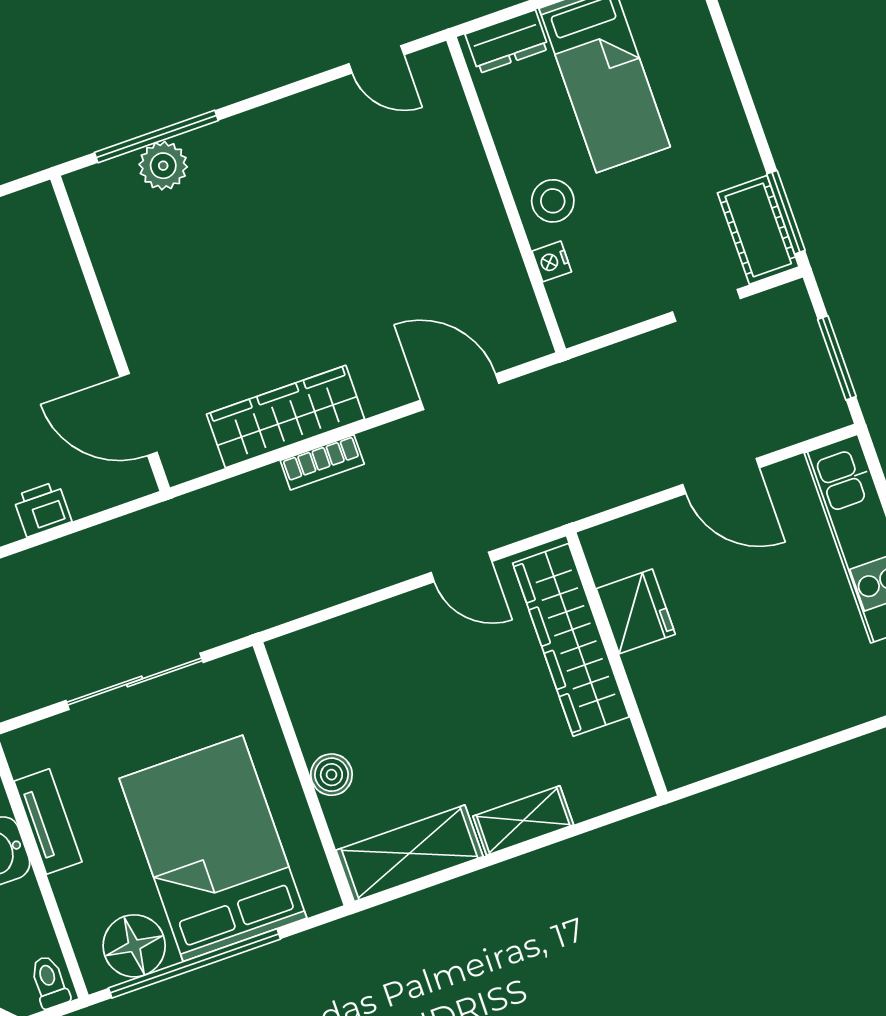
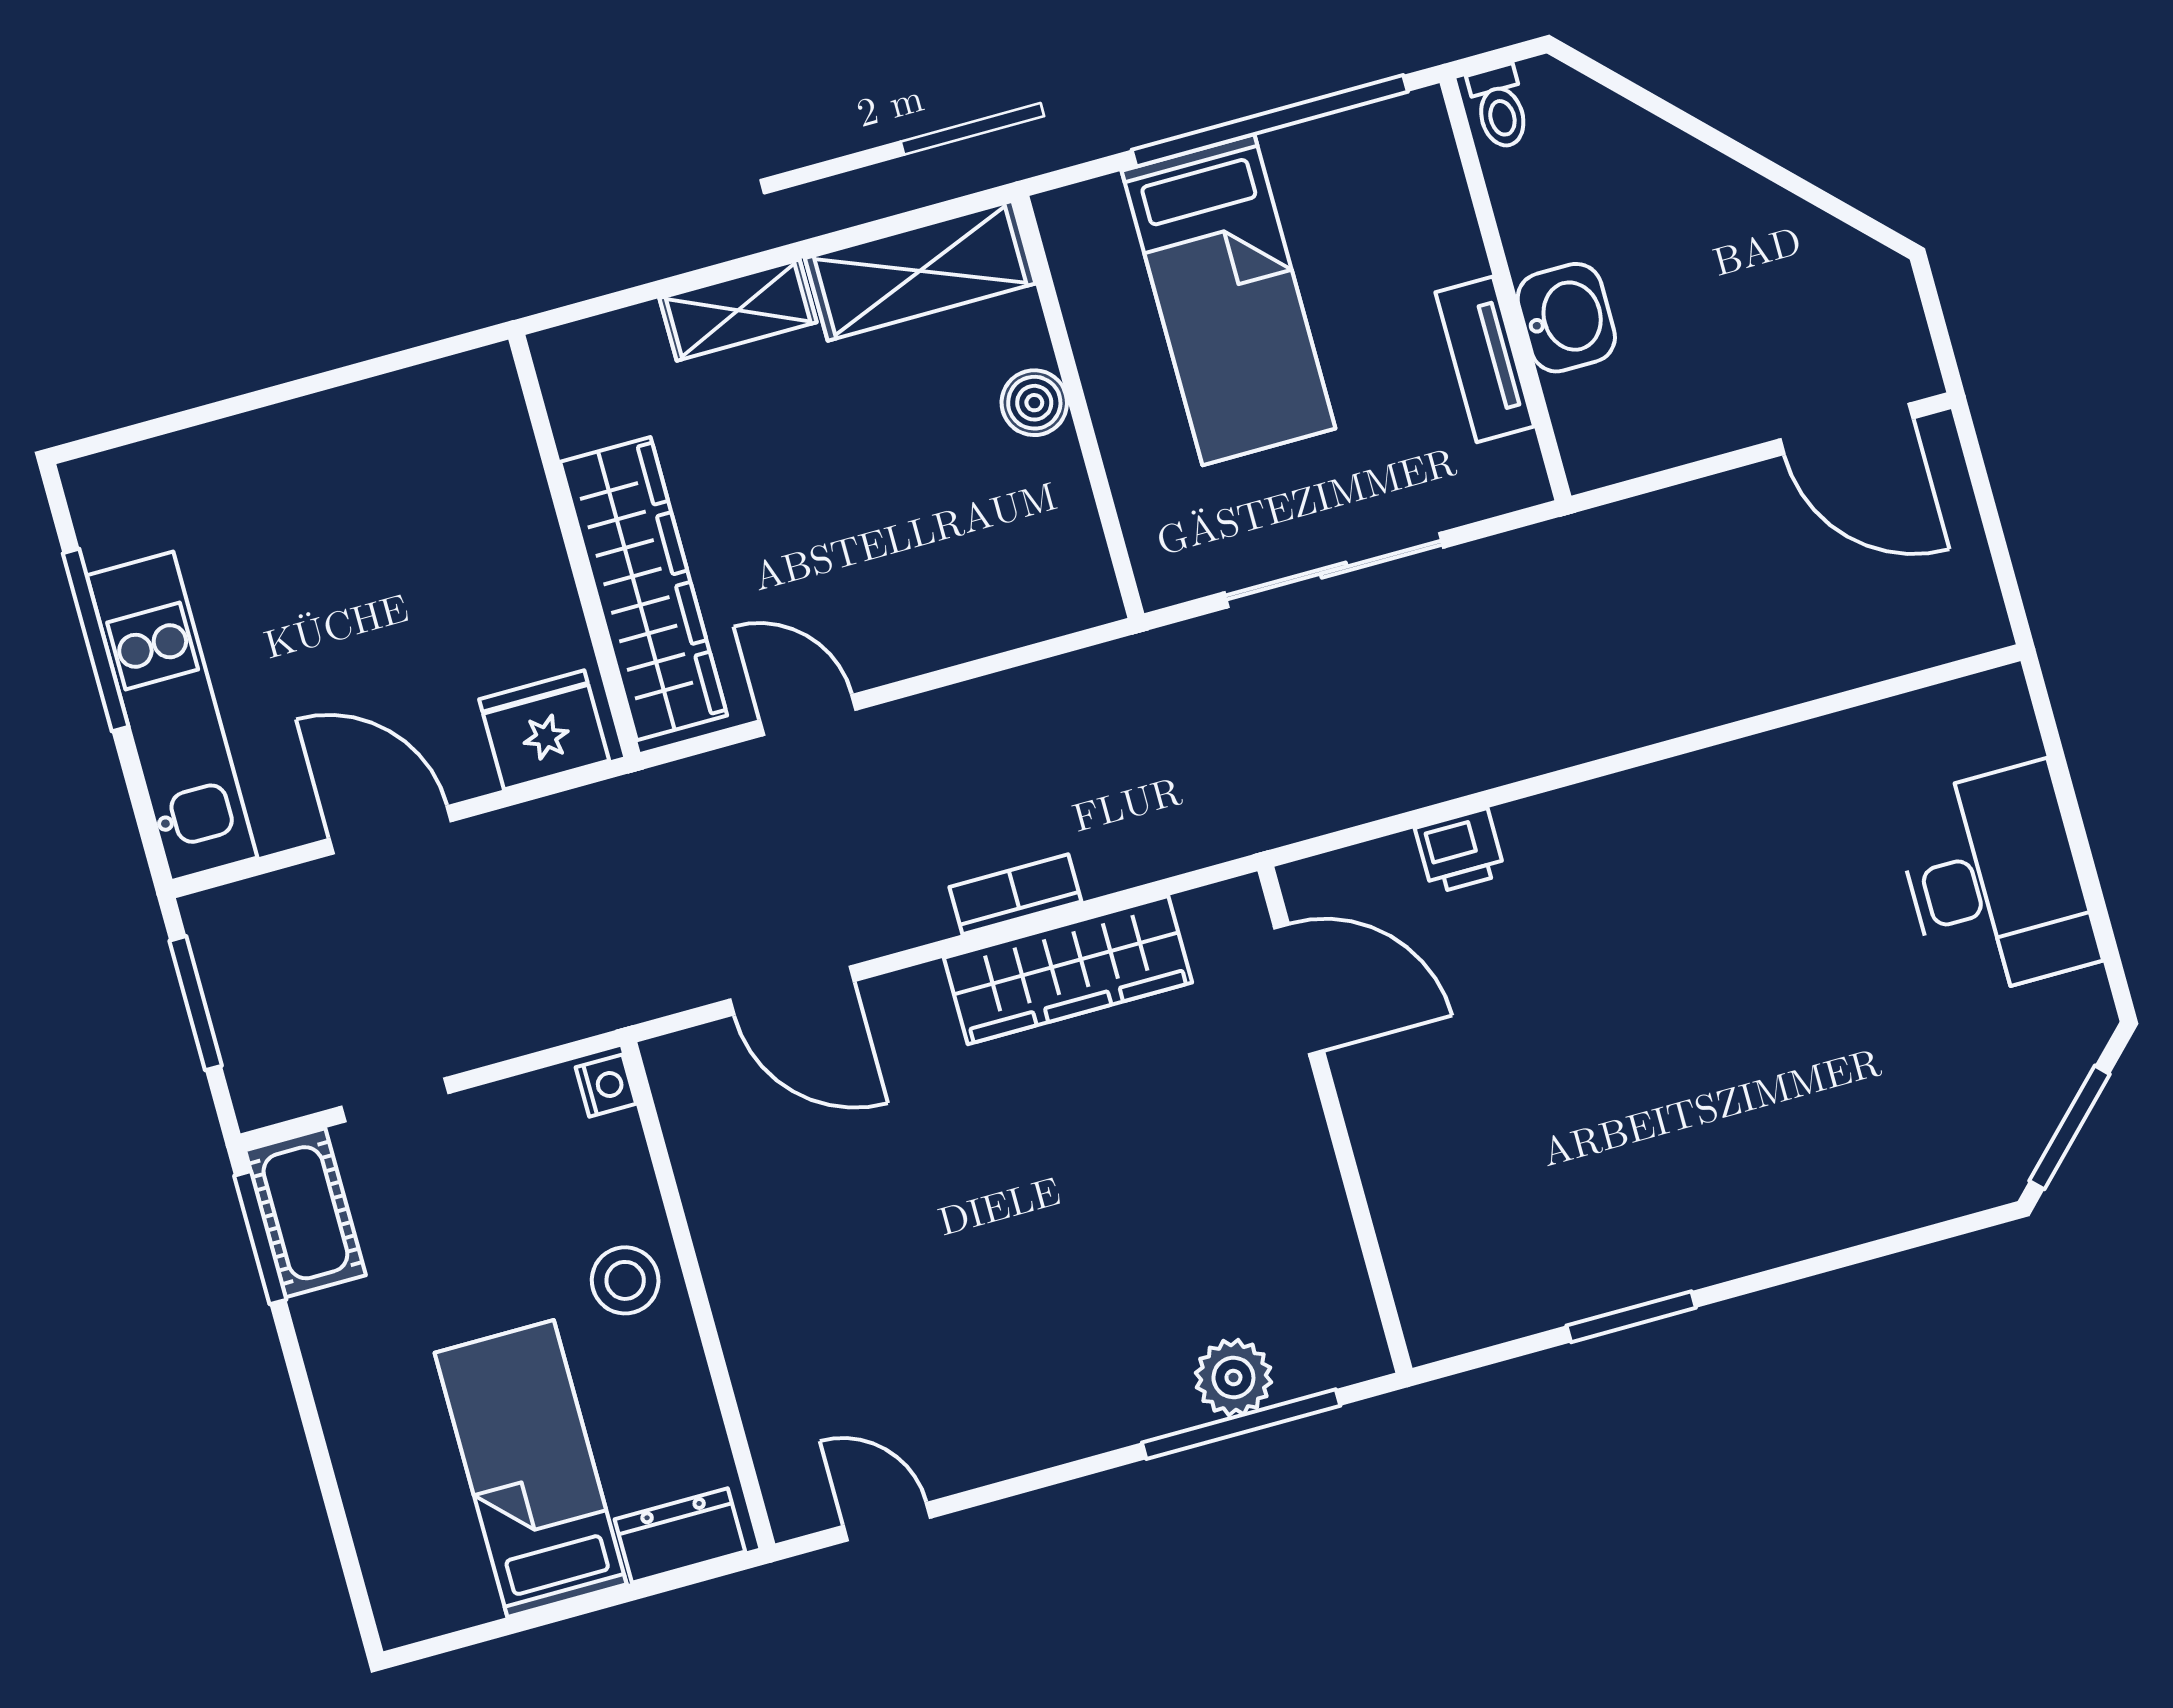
nightstand: (552, 261) -> (606, 1086), moved
fridge: (636, 611) -> (544, 730), moved, turned 90
bed: (213, 848) -> (1228, 300), width x0.67
floor lamp: (134, 946) -> (1363, 155), removed

